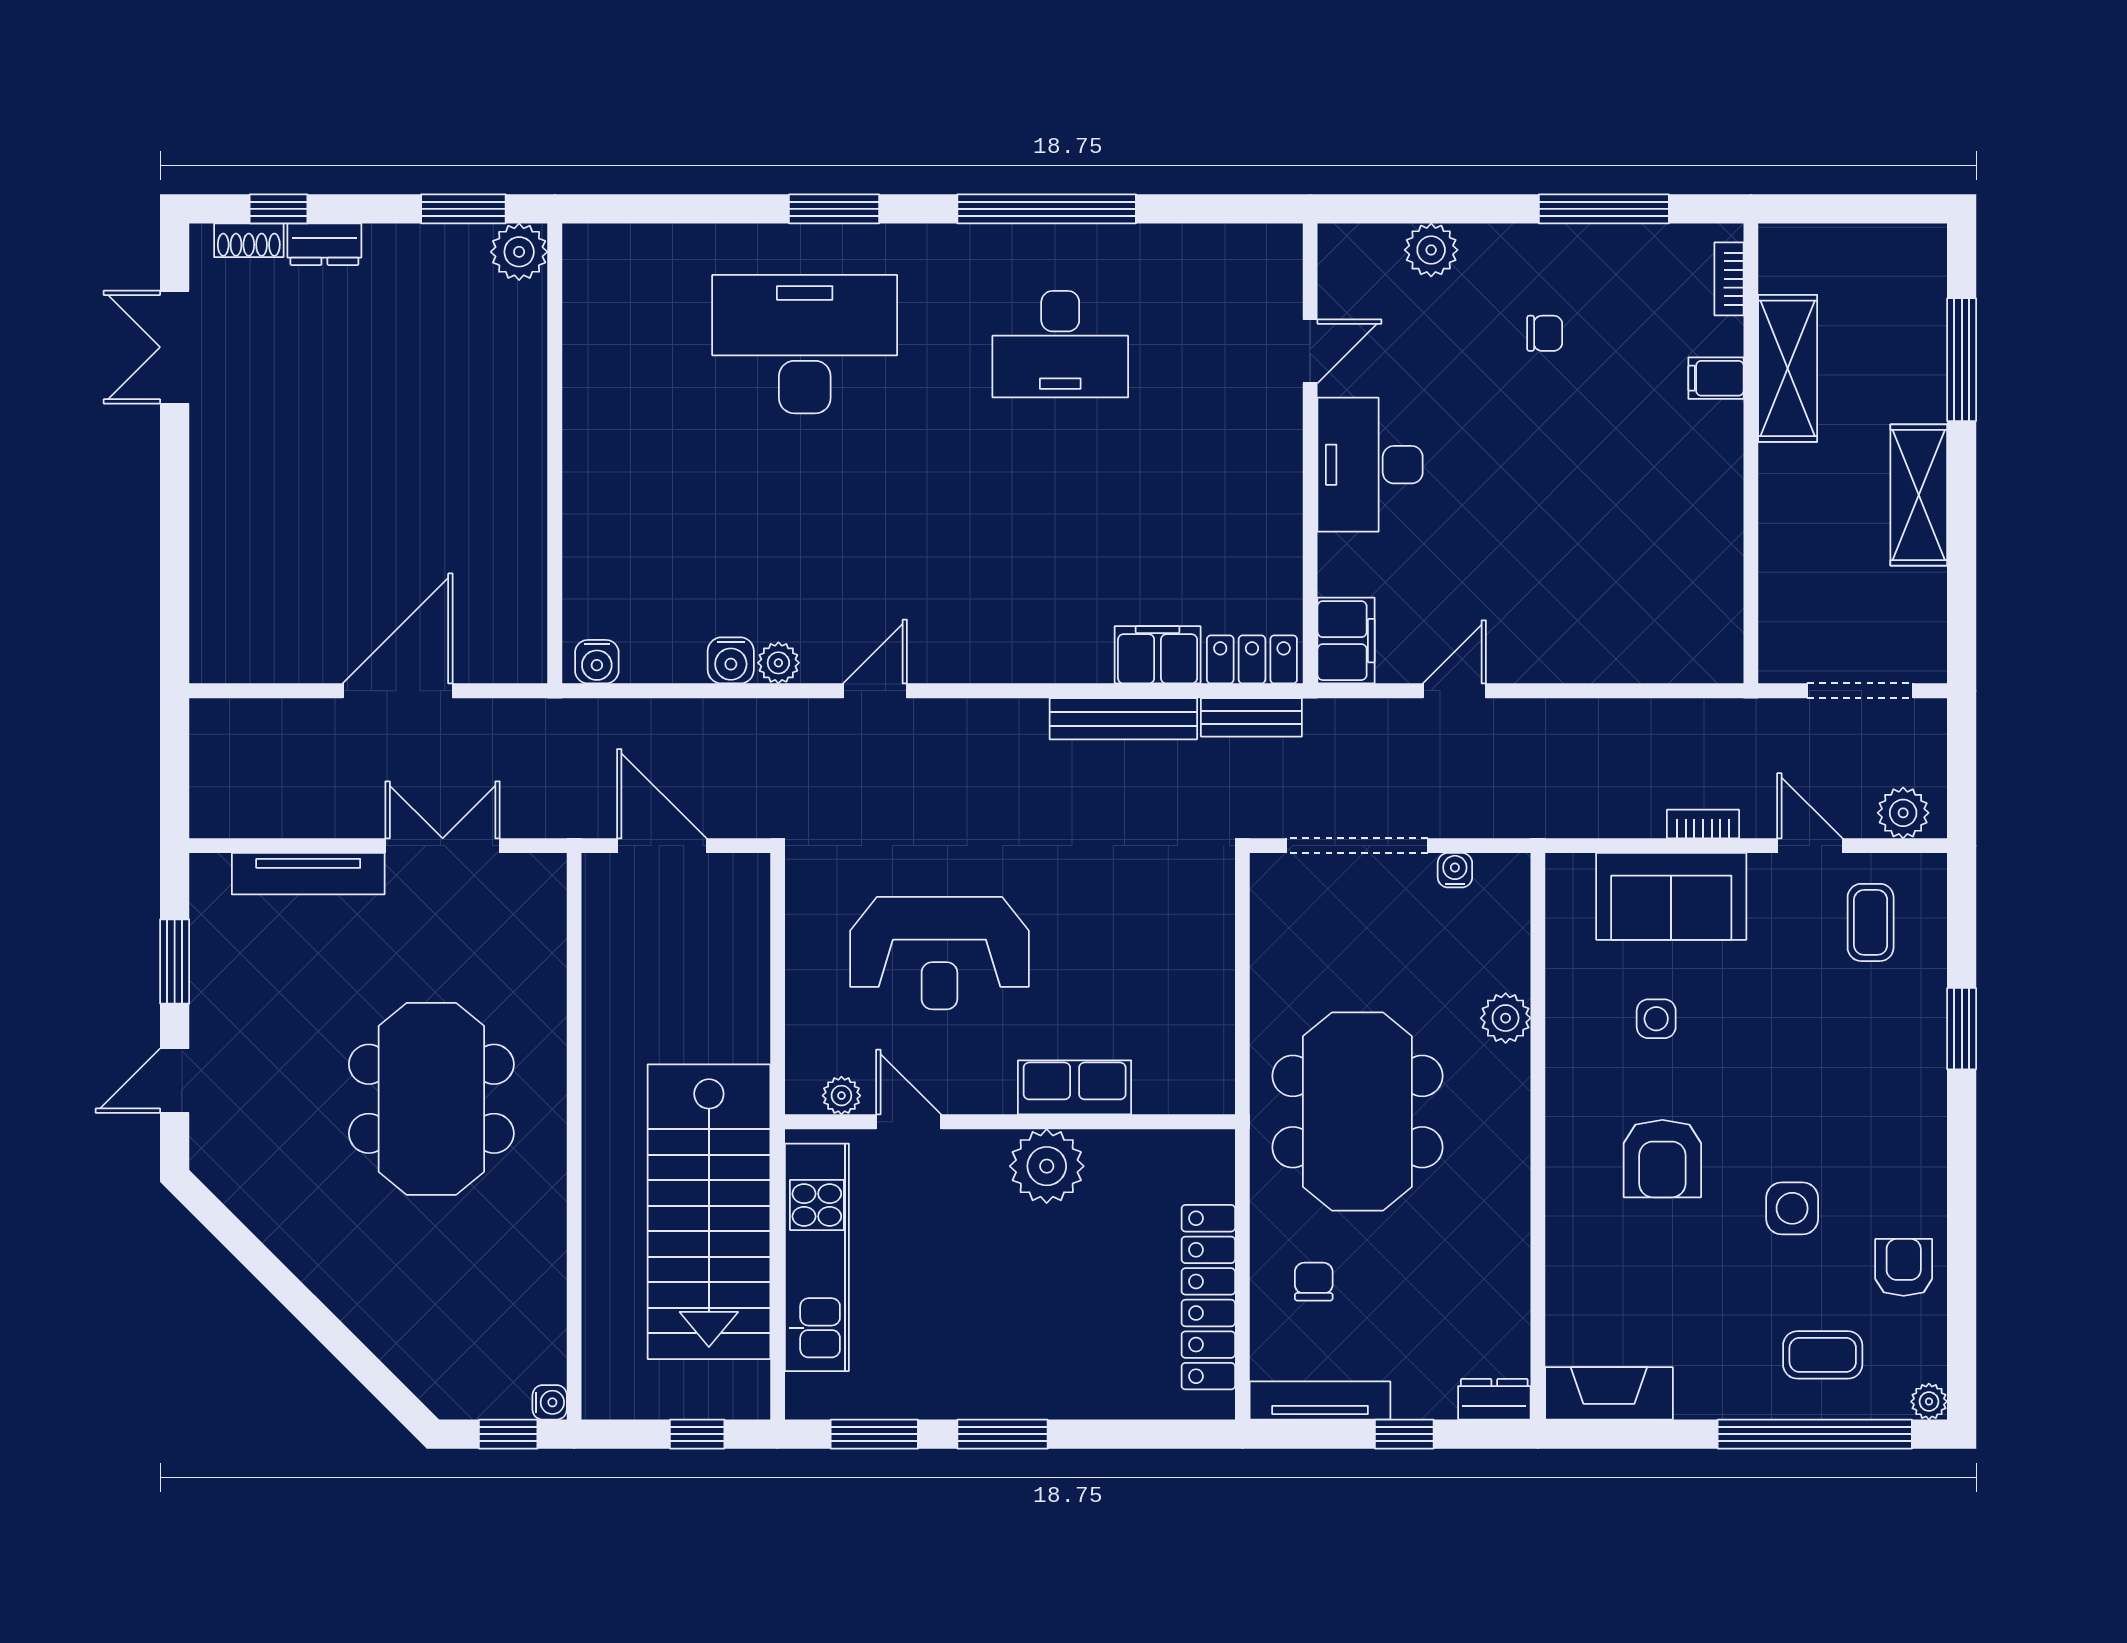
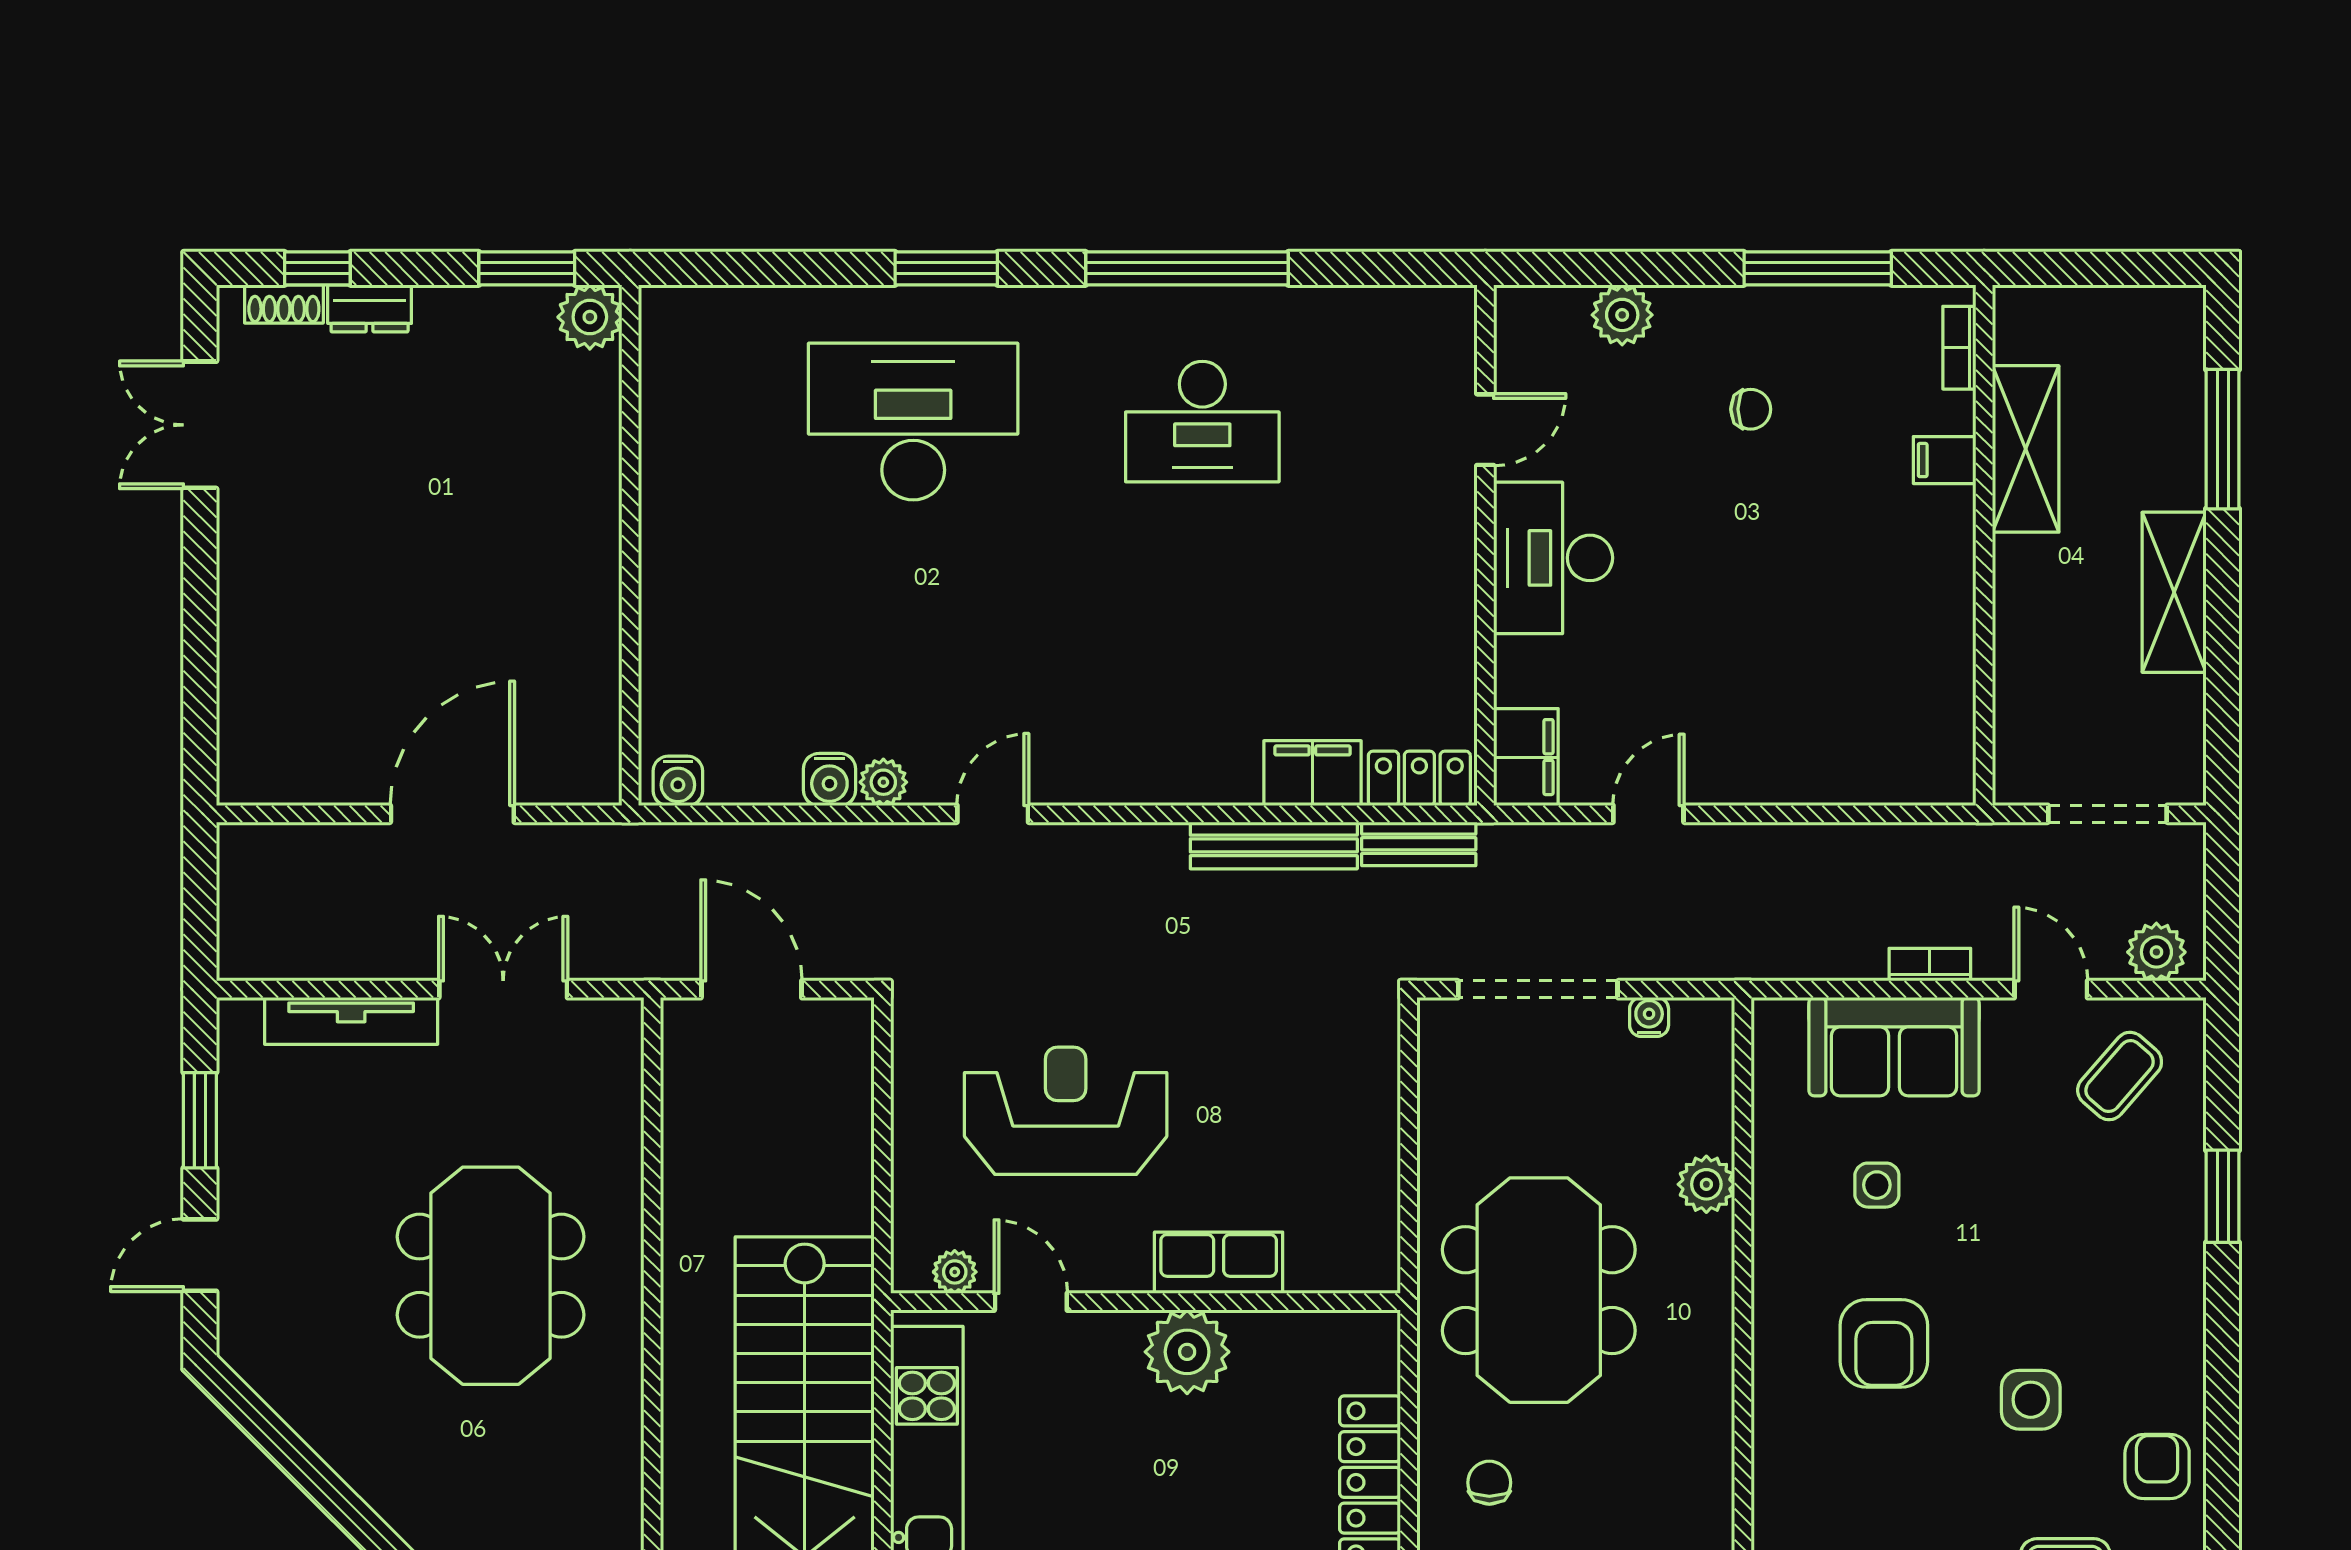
coffee table: (1871, 922) -> (2120, 1076), turned 41
reception desk: (939, 953) -> (1066, 1111), turned 180

